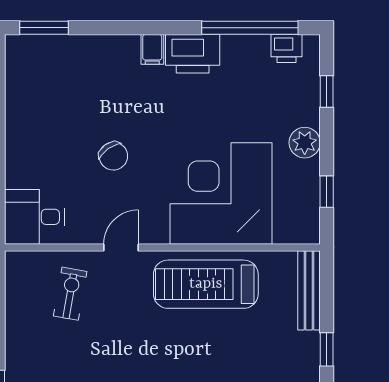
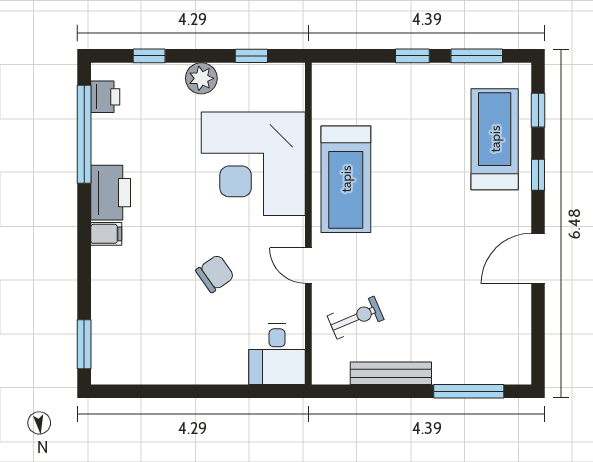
bench: (309, 290) -> (391, 373), moved
exercise bike: (70, 294) -> (356, 318), turned 147

